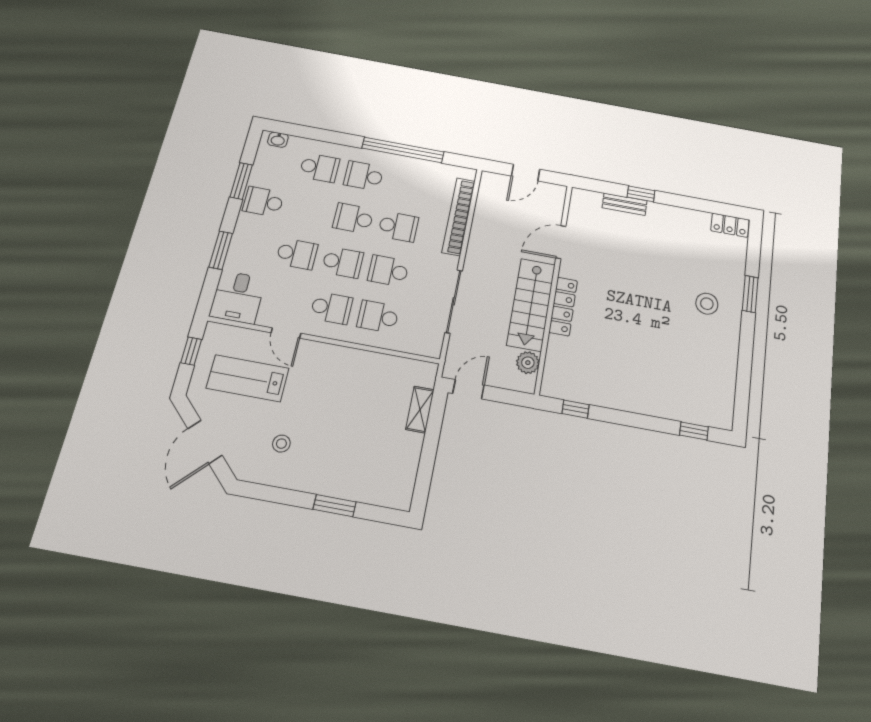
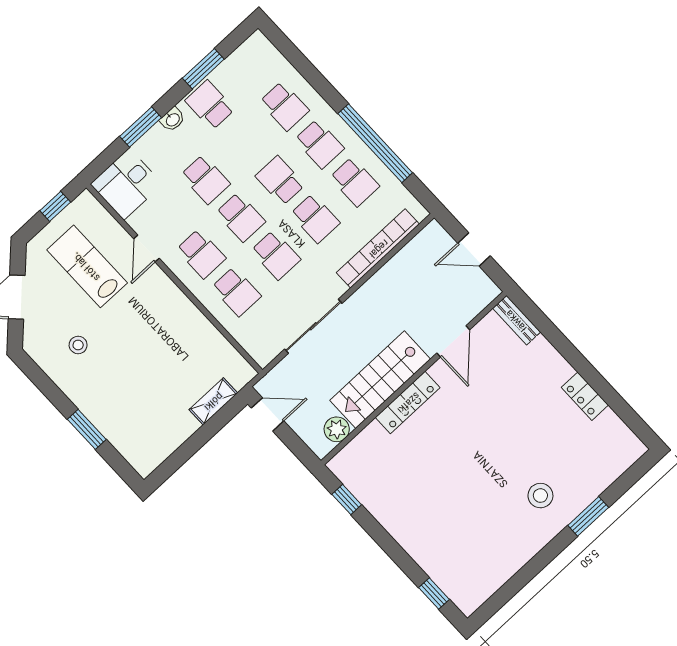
washbasin: (278, 140) -> (172, 119), moved, turned -90
school desk: (364, 176) -> (319, 144), turned 180
school desk: (408, 184) -> (355, 182), added
window: (641, 194) -> (567, 349), removed
bench: (625, 204) -> (517, 320), moved
locker: (730, 225) -> (585, 396), moved
door: (561, 242) -> (453, 341), swing flipped
school desk: (388, 271) -> (276, 255), turned 180
school desk: (378, 317) -> (236, 292), turned 180

